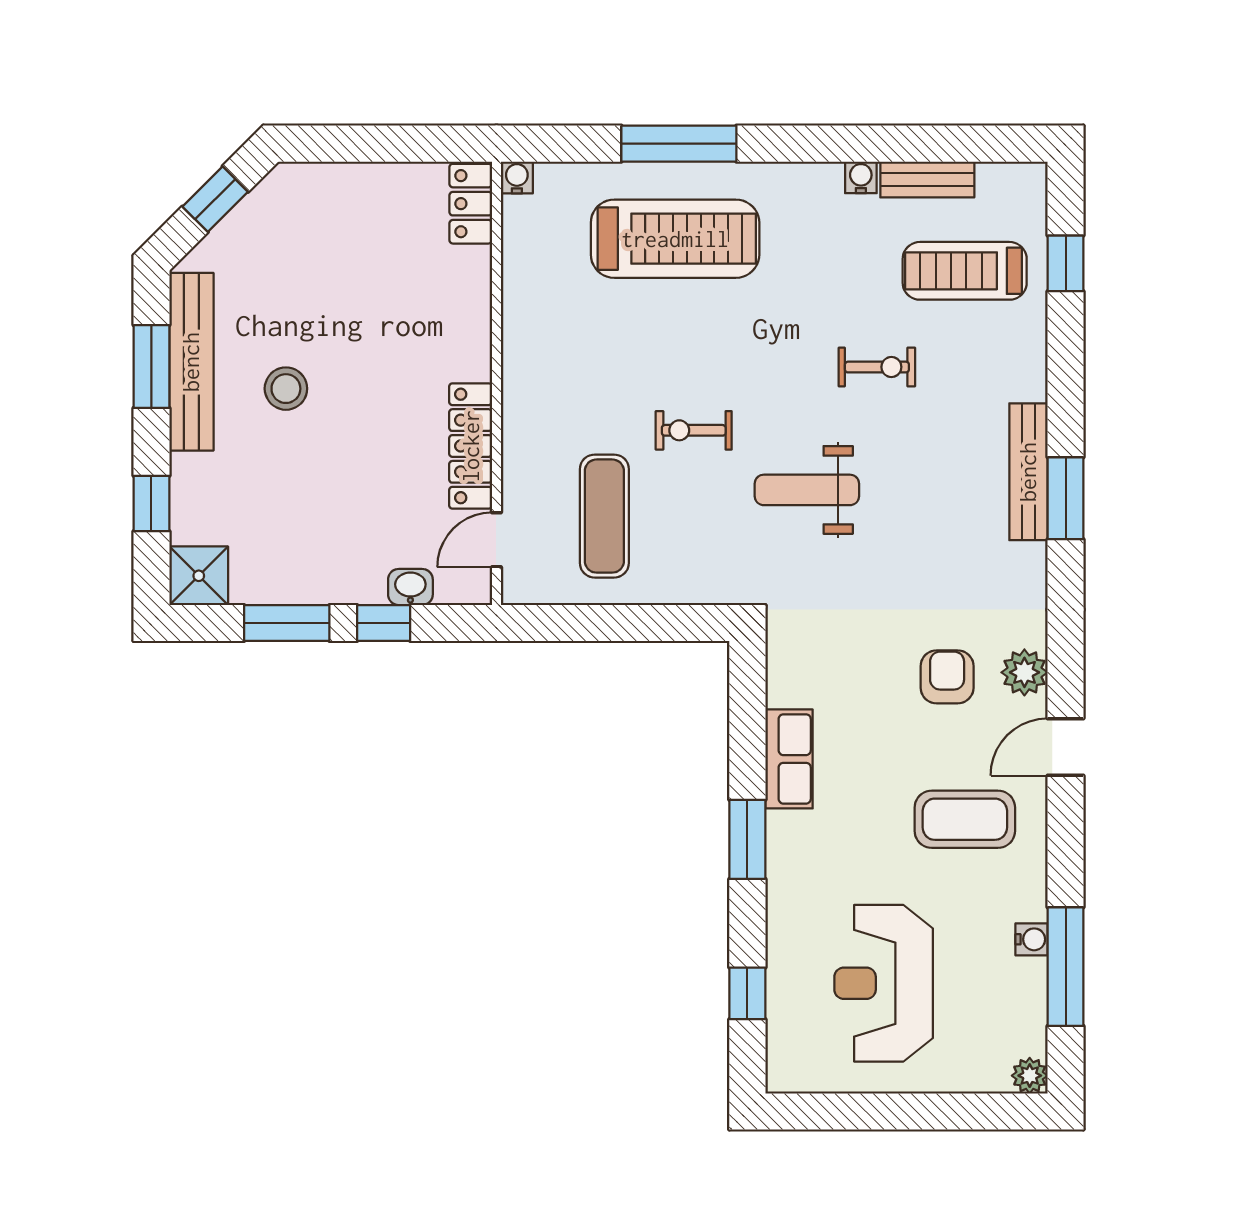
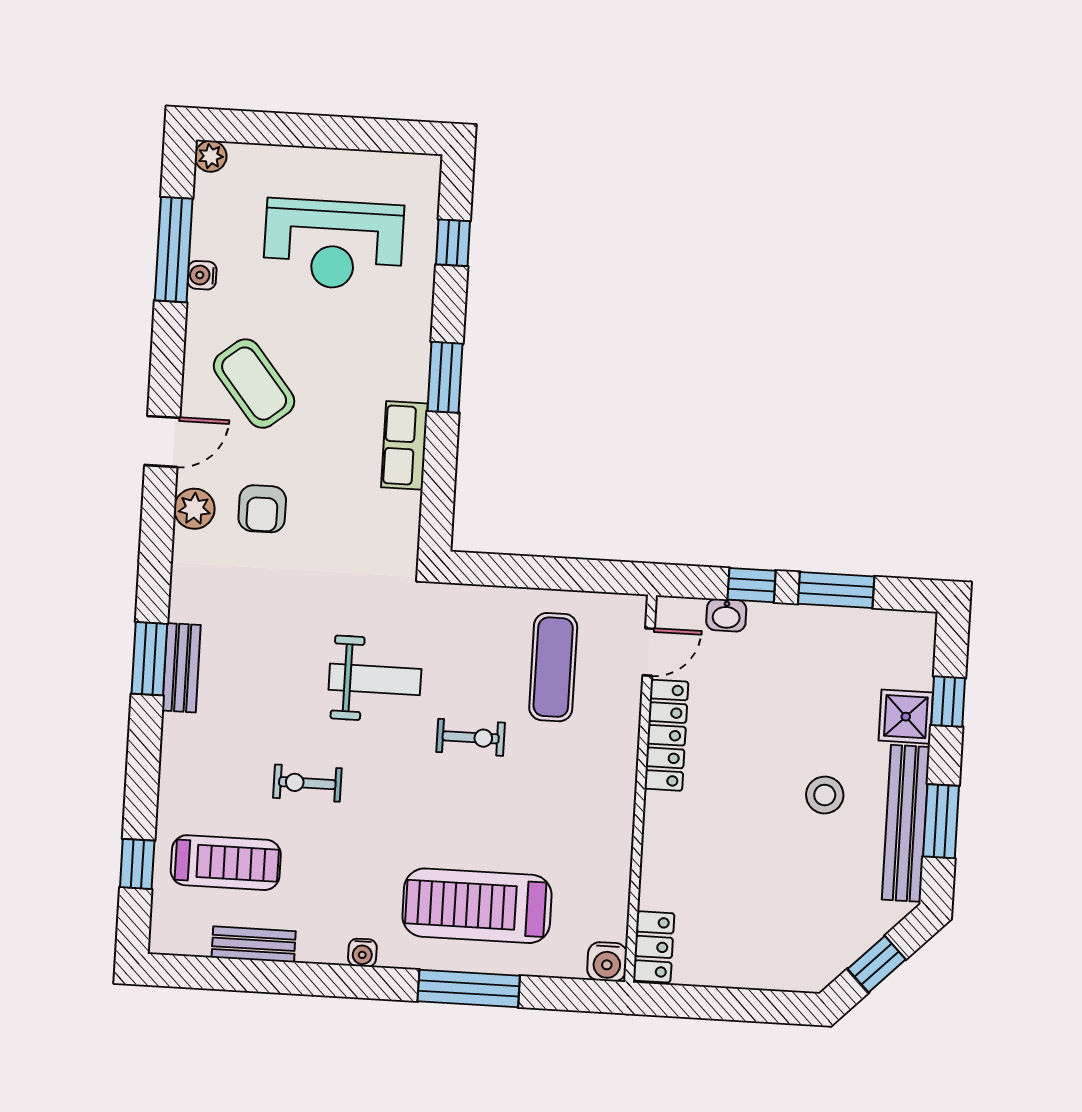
water cooler: (517, 177) -> (607, 962), width x1.38, depth x1.38
water cooler: (861, 177) -> (362, 953), moved
bench: (1028, 472) -> (181, 668), width x0.73
shower: (199, 576) -> (906, 717), moved
coffee table: (965, 819) -> (254, 384), turned 51
reception desk: (884, 983) -> (333, 244), turned 90

